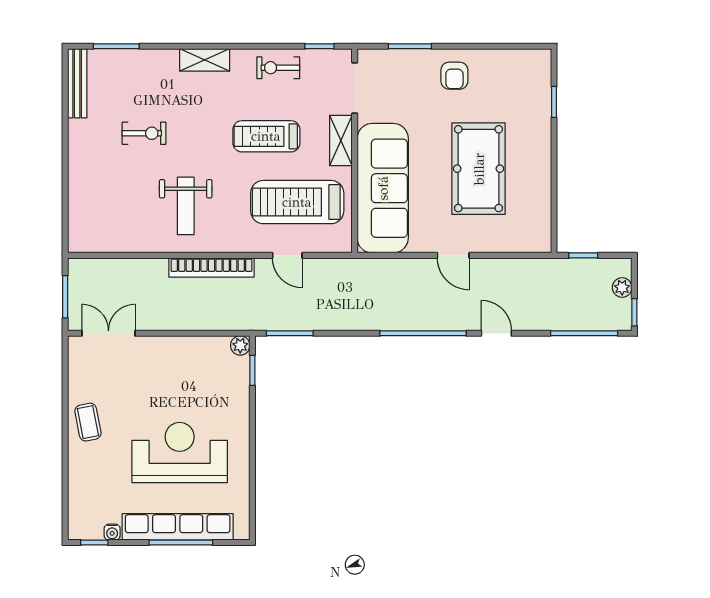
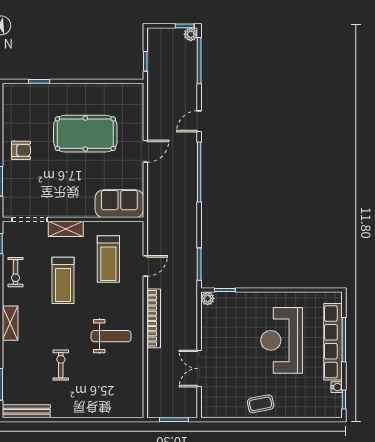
sofa: (383, 188) -> (119, 204), width x0.54, depth x0.79
treadmill: (297, 202) -> (108, 259), width x0.73, depth x0.73
plant: (622, 288) -> (191, 34), moved
double door: (108, 333) -> (199, 369), moved

